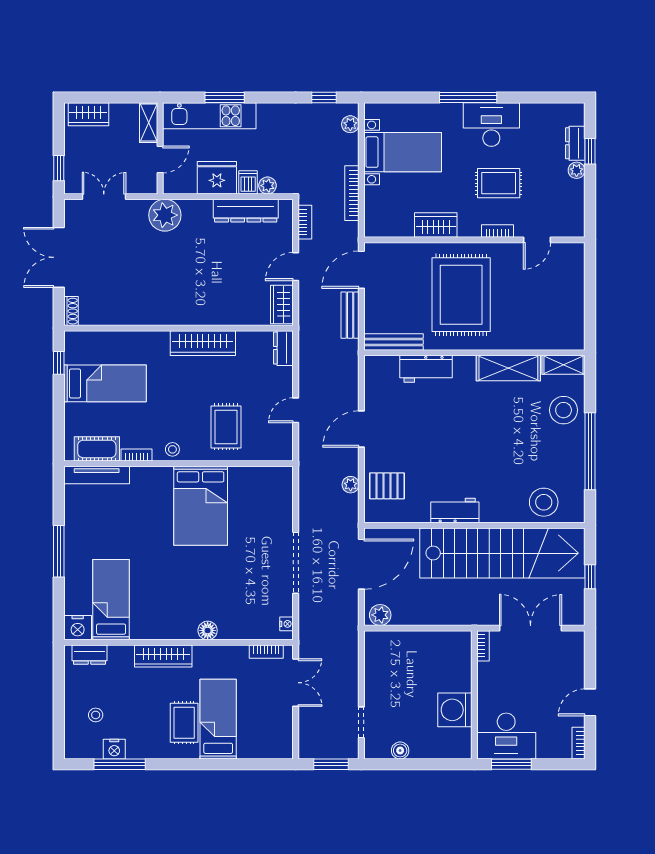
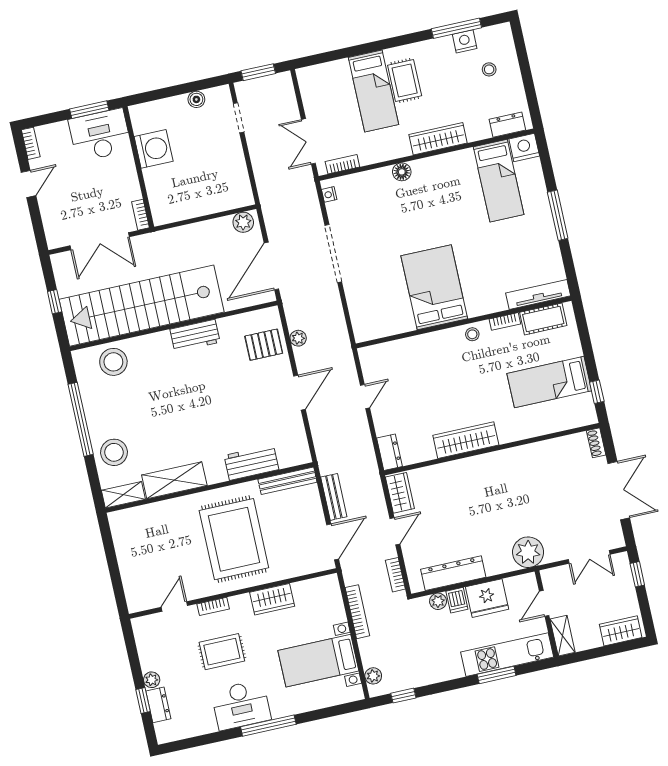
rug: (226, 427) -> (427, 366), removed

